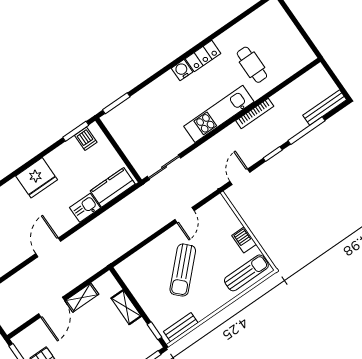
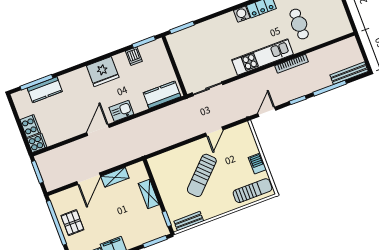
dishwasher: (86, 139) -> (134, 56), moved
kitchen sink: (85, 208) -> (121, 111), moved

